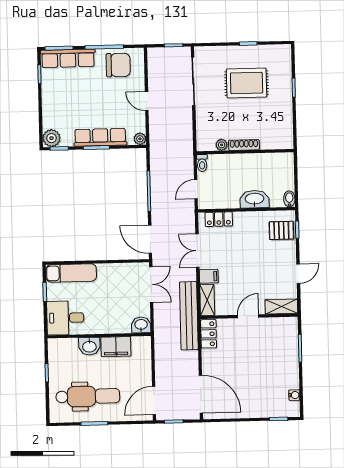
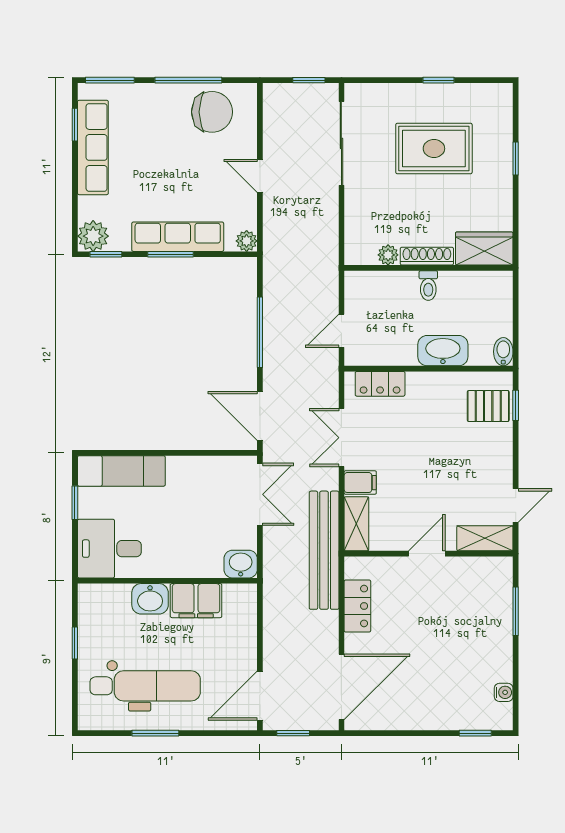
row of seats: (68, 58) -> (93, 147), moved, turned -90
wardrobe: (277, 140) -> (484, 248), added
toilet: (202, 163) -> (428, 286), moved
door: (298, 274) -> (516, 505), moved
locker: (209, 334) -> (357, 606), moved
door: (201, 394) -> (341, 687), hinge flipped

